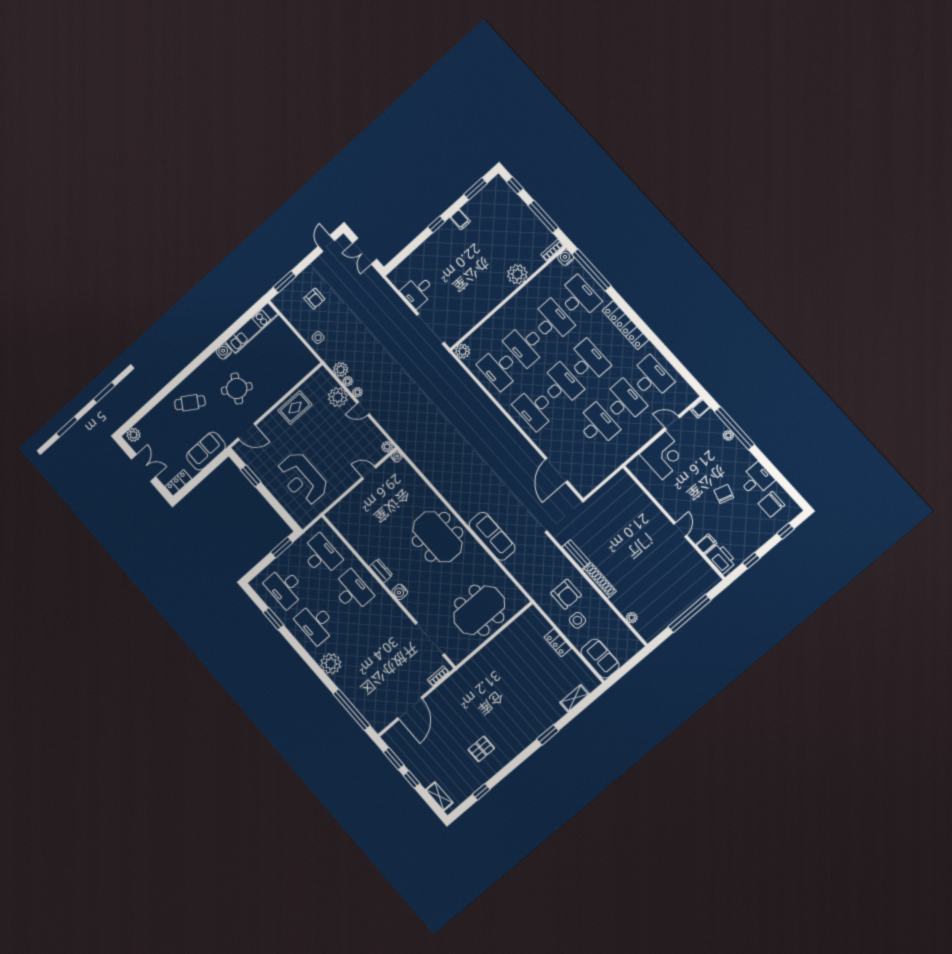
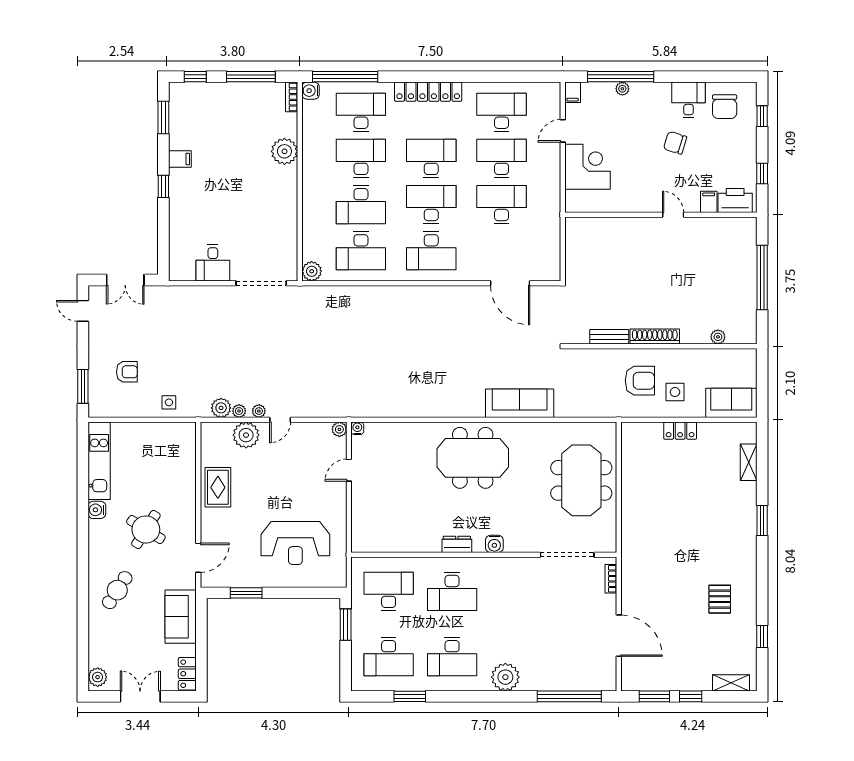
desk: (352, 591) -> (452, 591), turned 180

